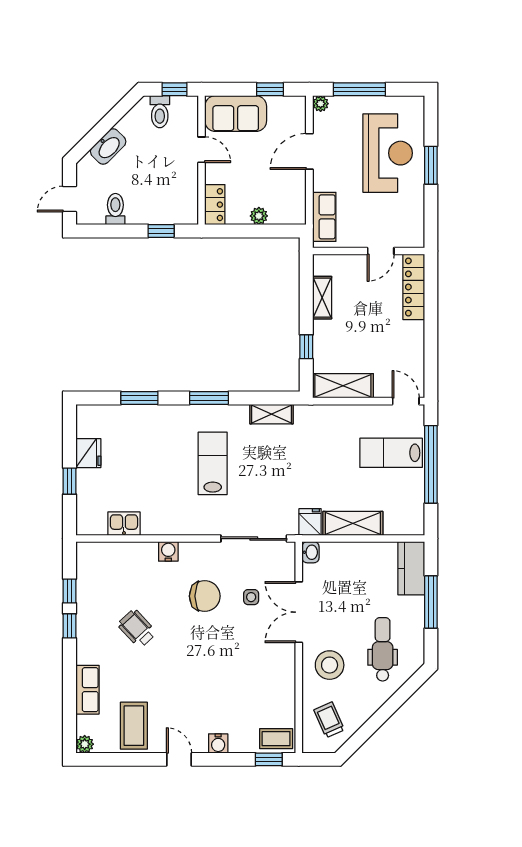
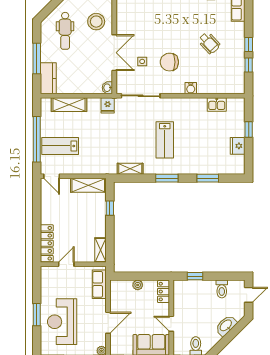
shelving: (322, 298) -> (101, 250), moved
lab bench: (391, 453) -> (60, 146), turned 180
shelving: (353, 523) -> (69, 105), moved

